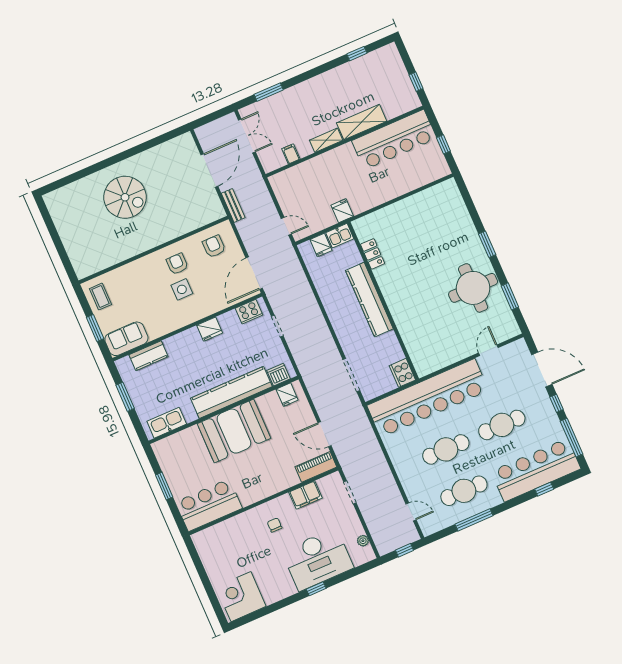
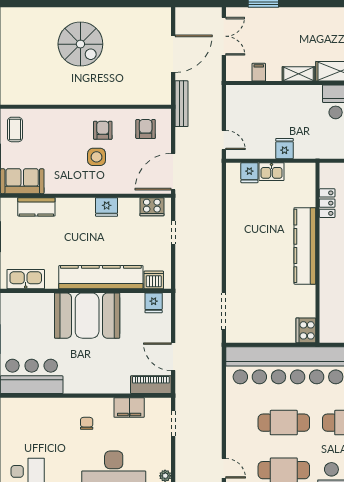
bench: (233, 205) -> (181, 104), width x1.36
locker: (373, 254) -> (327, 203), moved
kitchen counter: (369, 300) -> (305, 246), moved
wall: (383, 301) -> (318, 253), moved
cooker: (402, 373) -> (306, 330), moved

